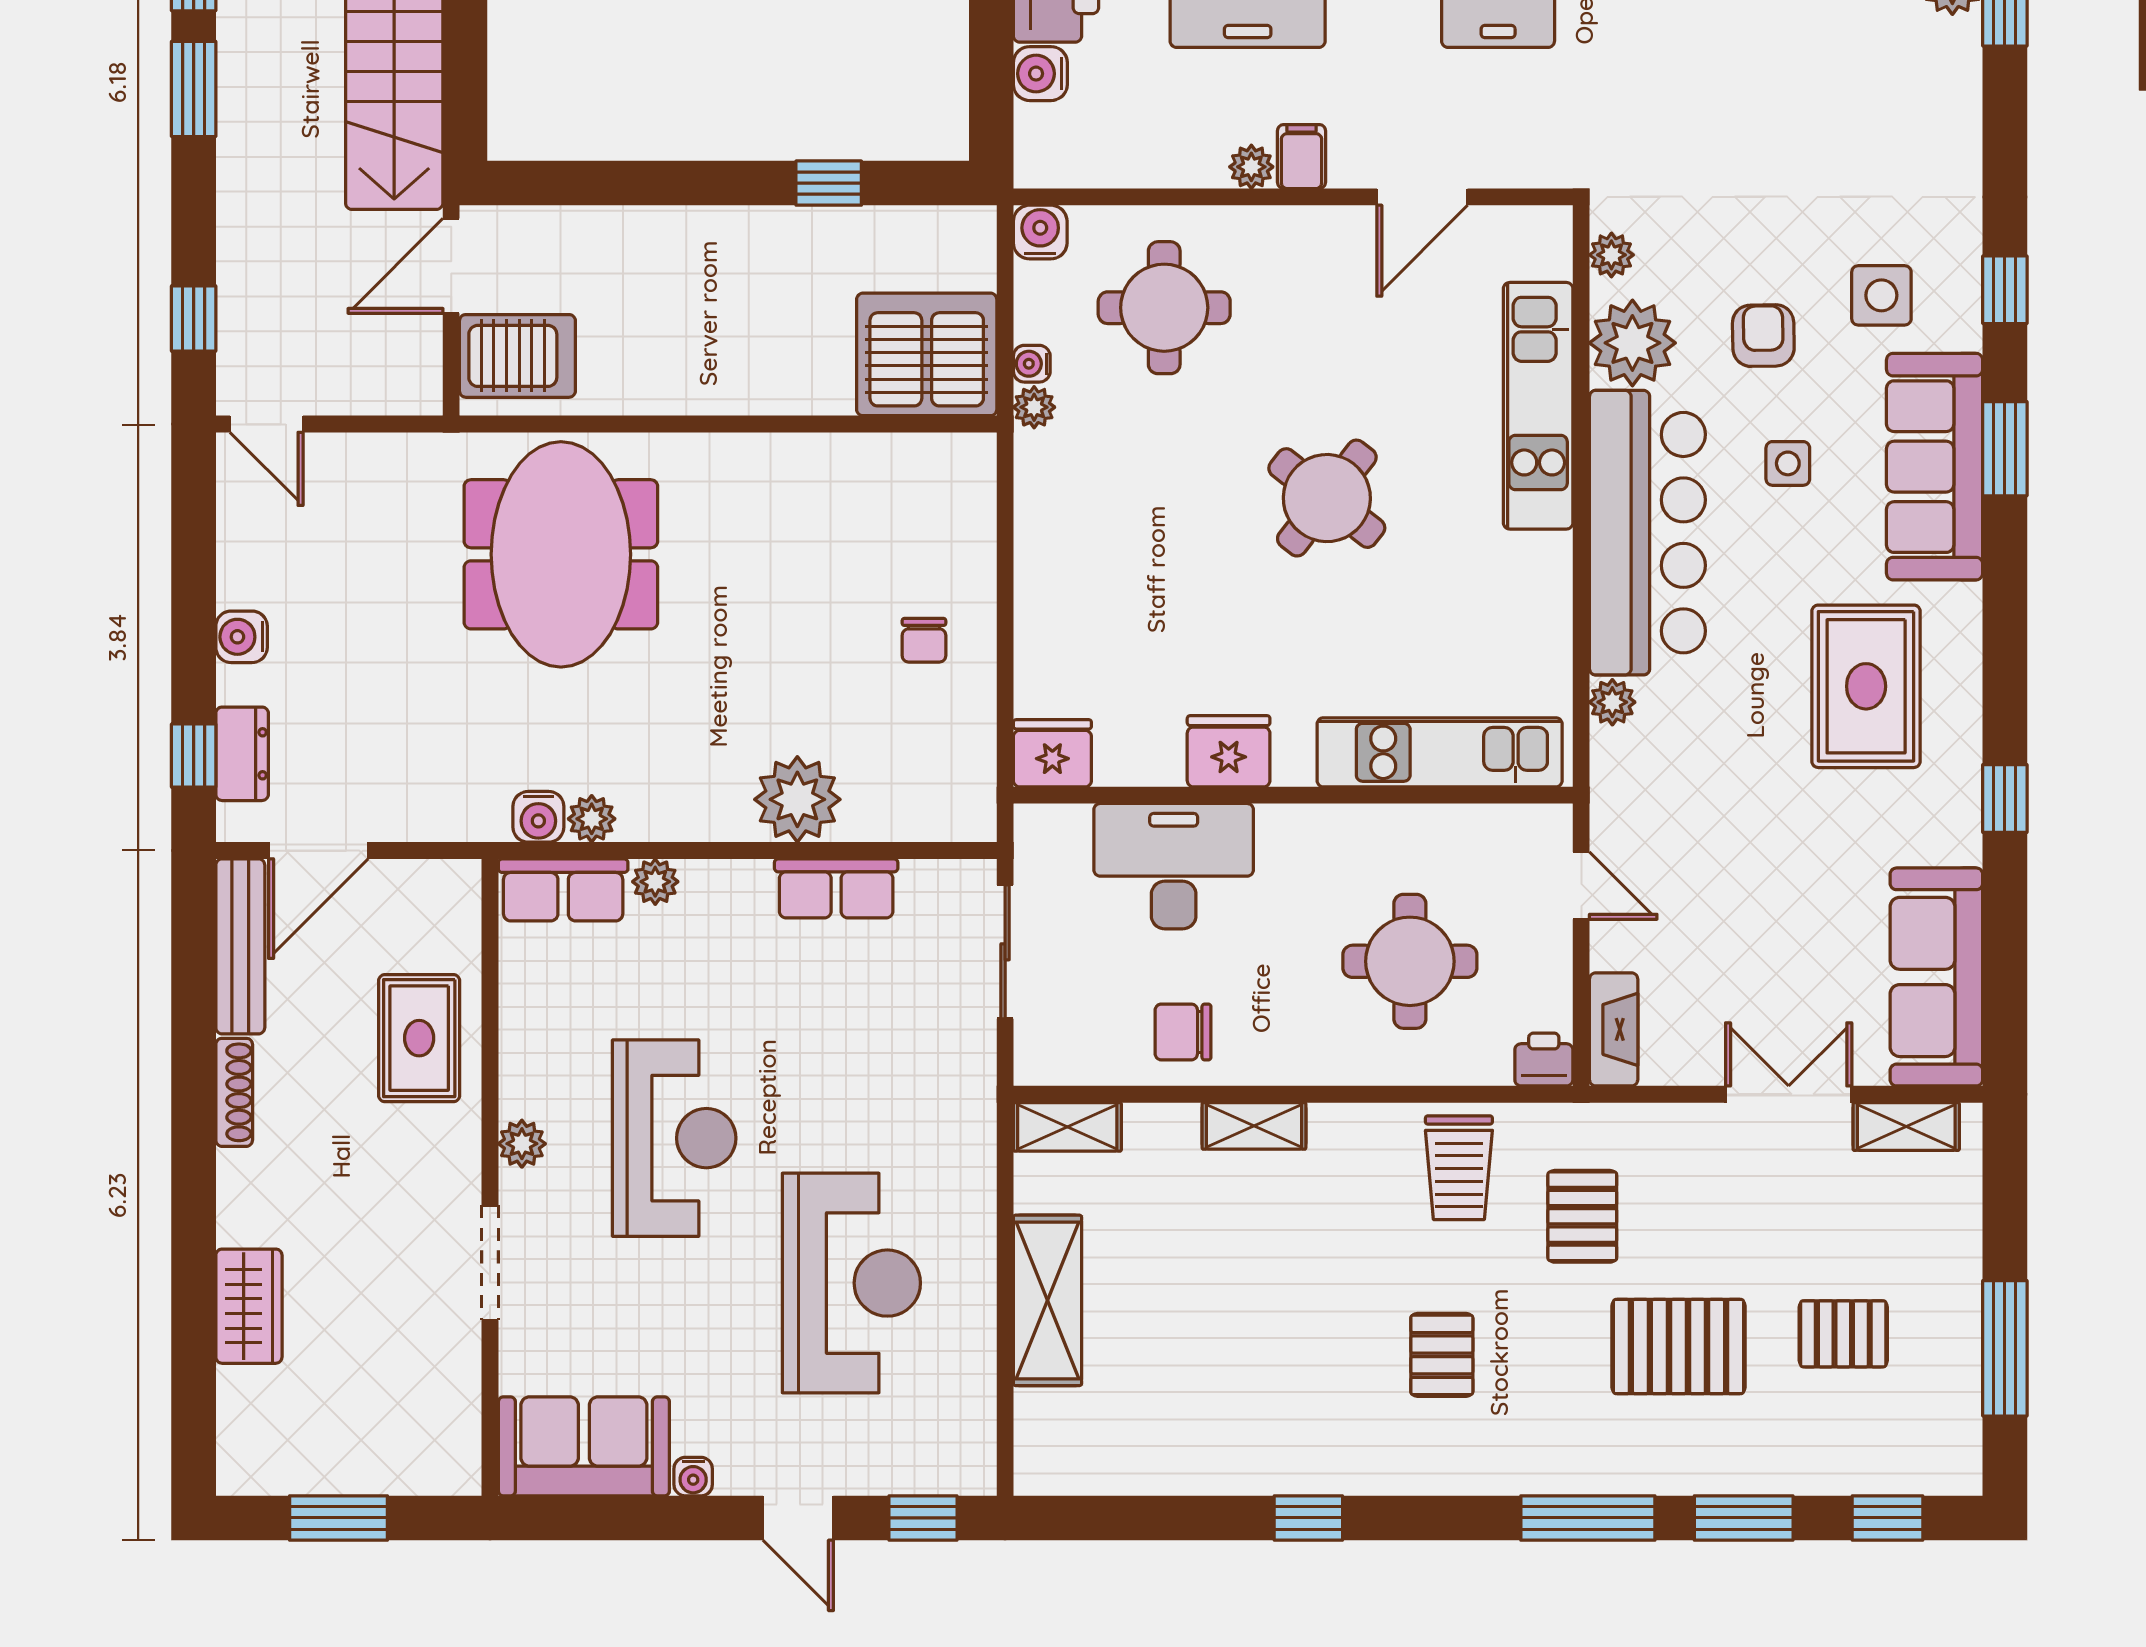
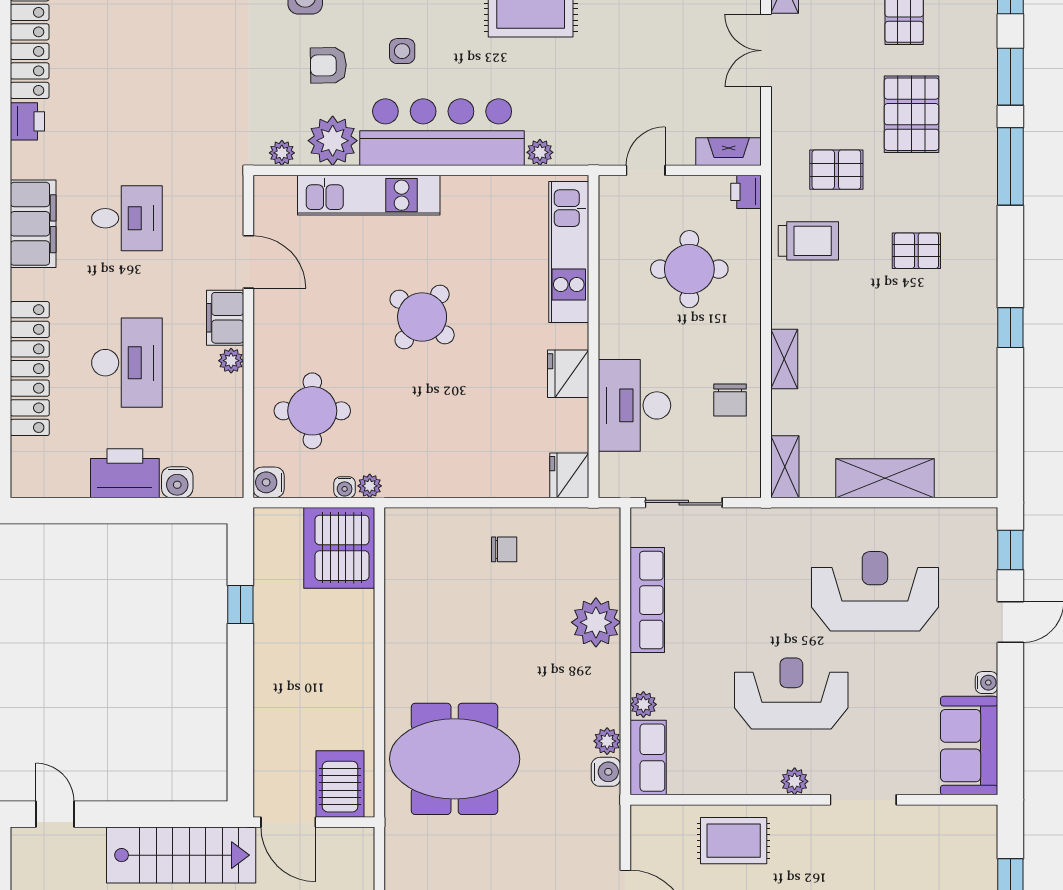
filing cabinet: (1302, 157) -> (225, 318), width x2.00
row of seats: (836, 888) -> (647, 600), width x1.48

